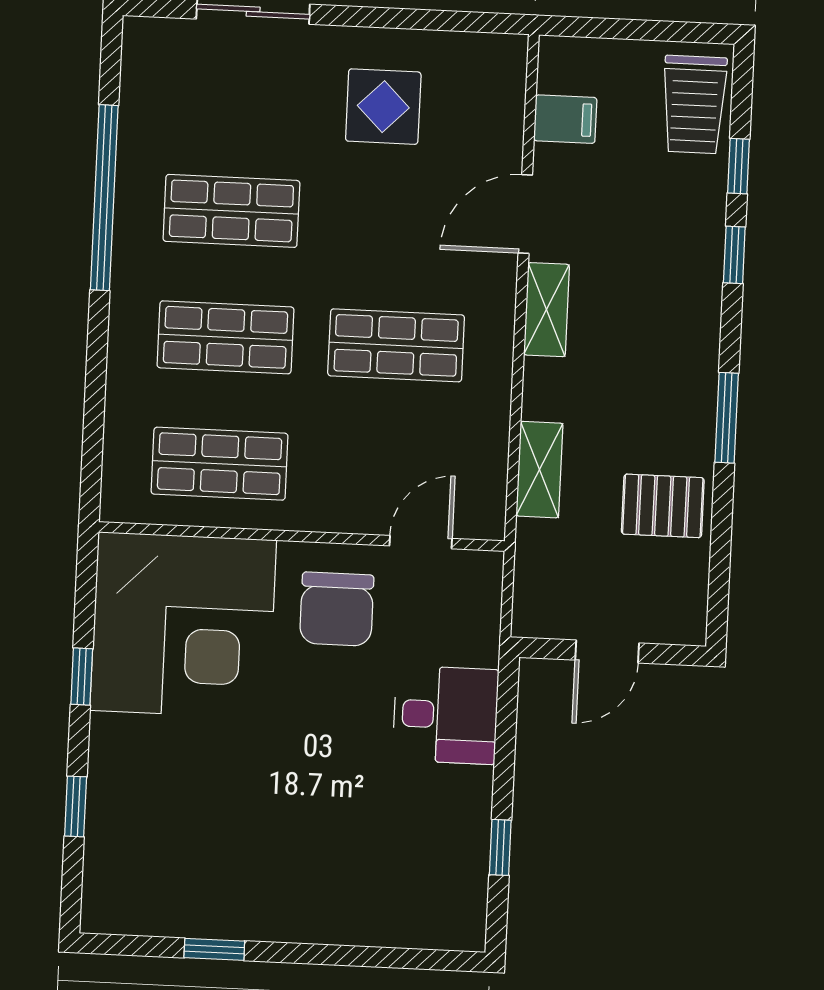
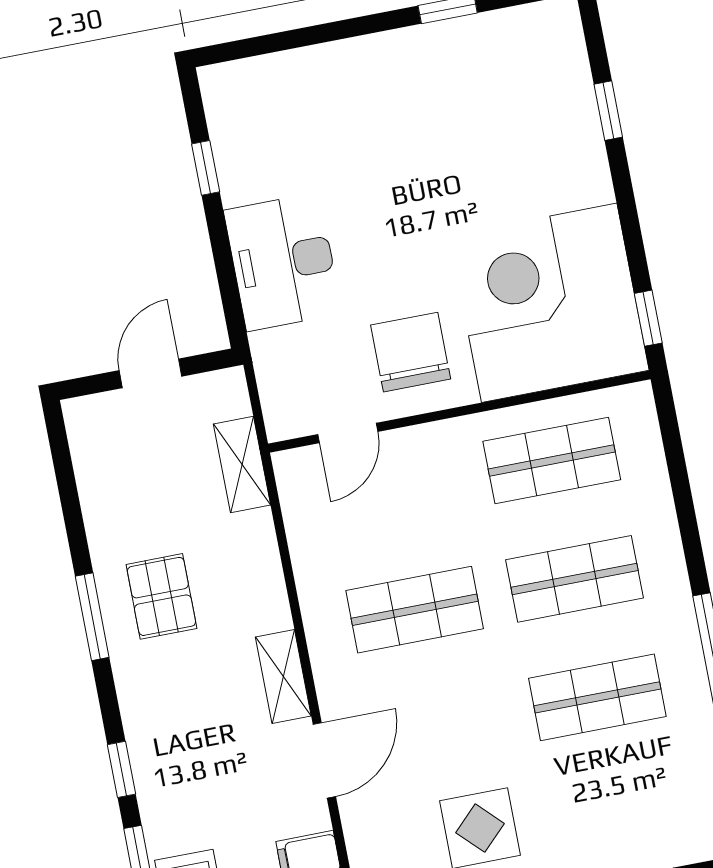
shelving: (539, 470) -> (242, 465), moved
pallet: (663, 506) -> (161, 596), moved, turned 90
window: (82, 677) -> (648, 318), moved
desk: (446, 715) -> (283, 262), width x1.37

